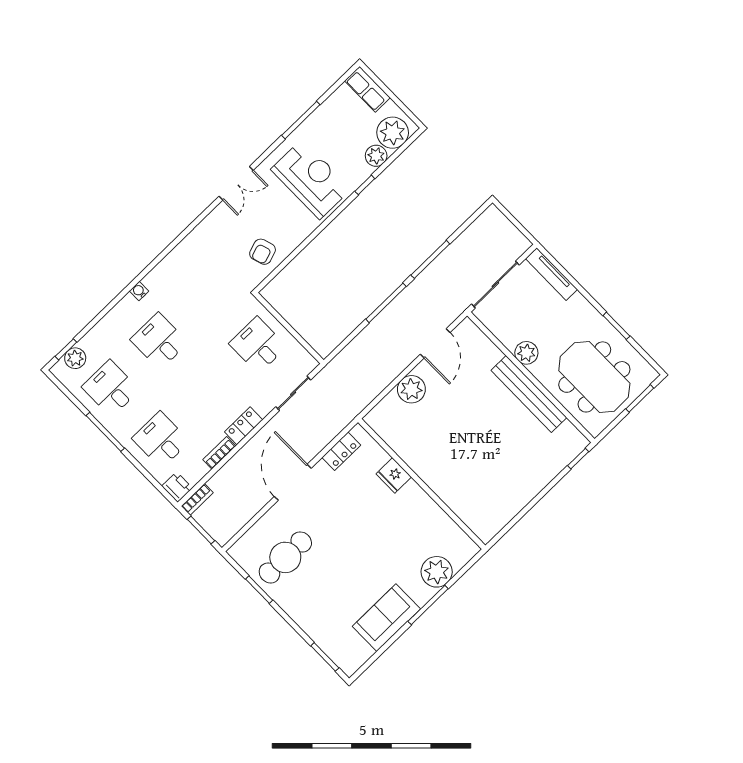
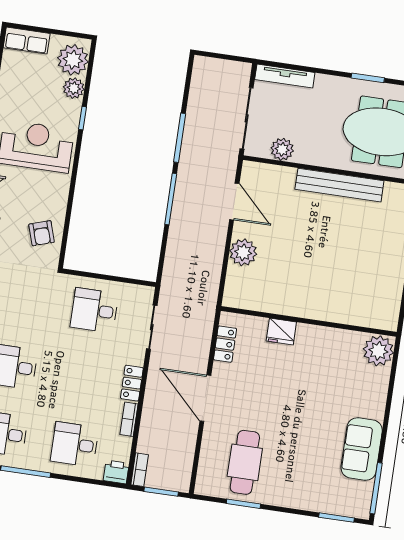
plant: (526, 353) -> (282, 149), moved
plant: (437, 572) -> (378, 351), moved
window: (428, 605) -> (376, 488), moved

